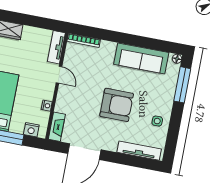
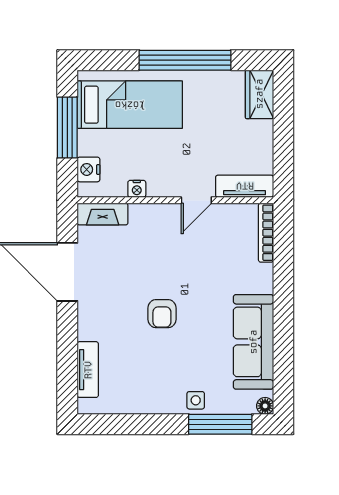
armchair: (117, 105) -> (162, 314), width x0.53, depth x0.53
side table: (157, 121) -> (196, 400), moved
tv unit: (139, 151) -> (88, 370), width x0.71

